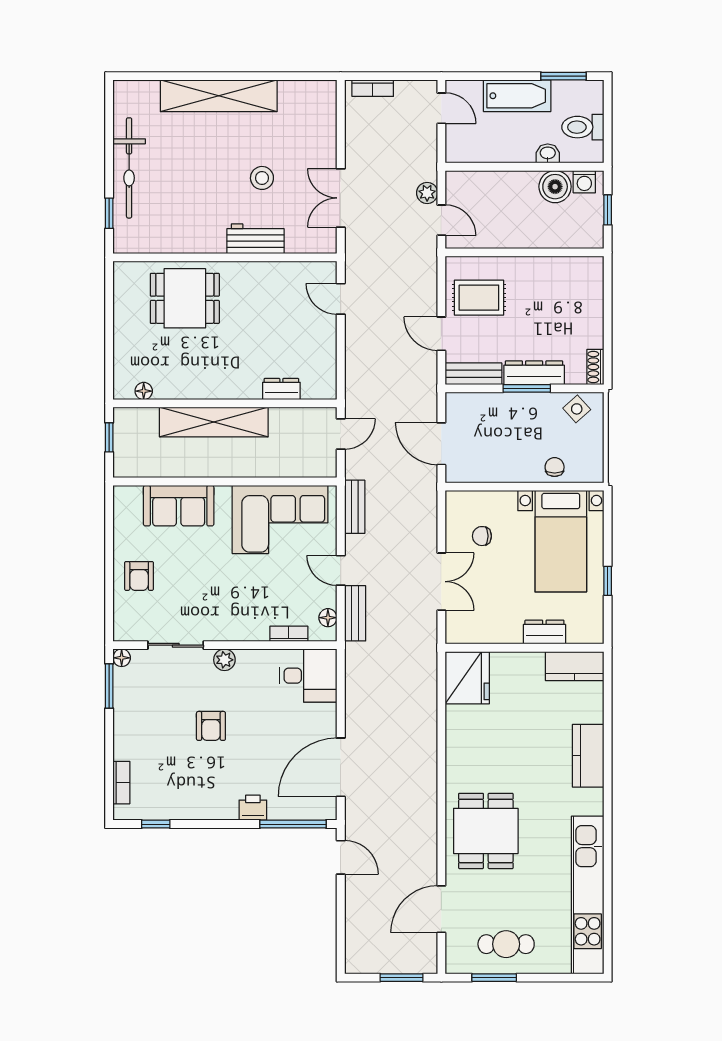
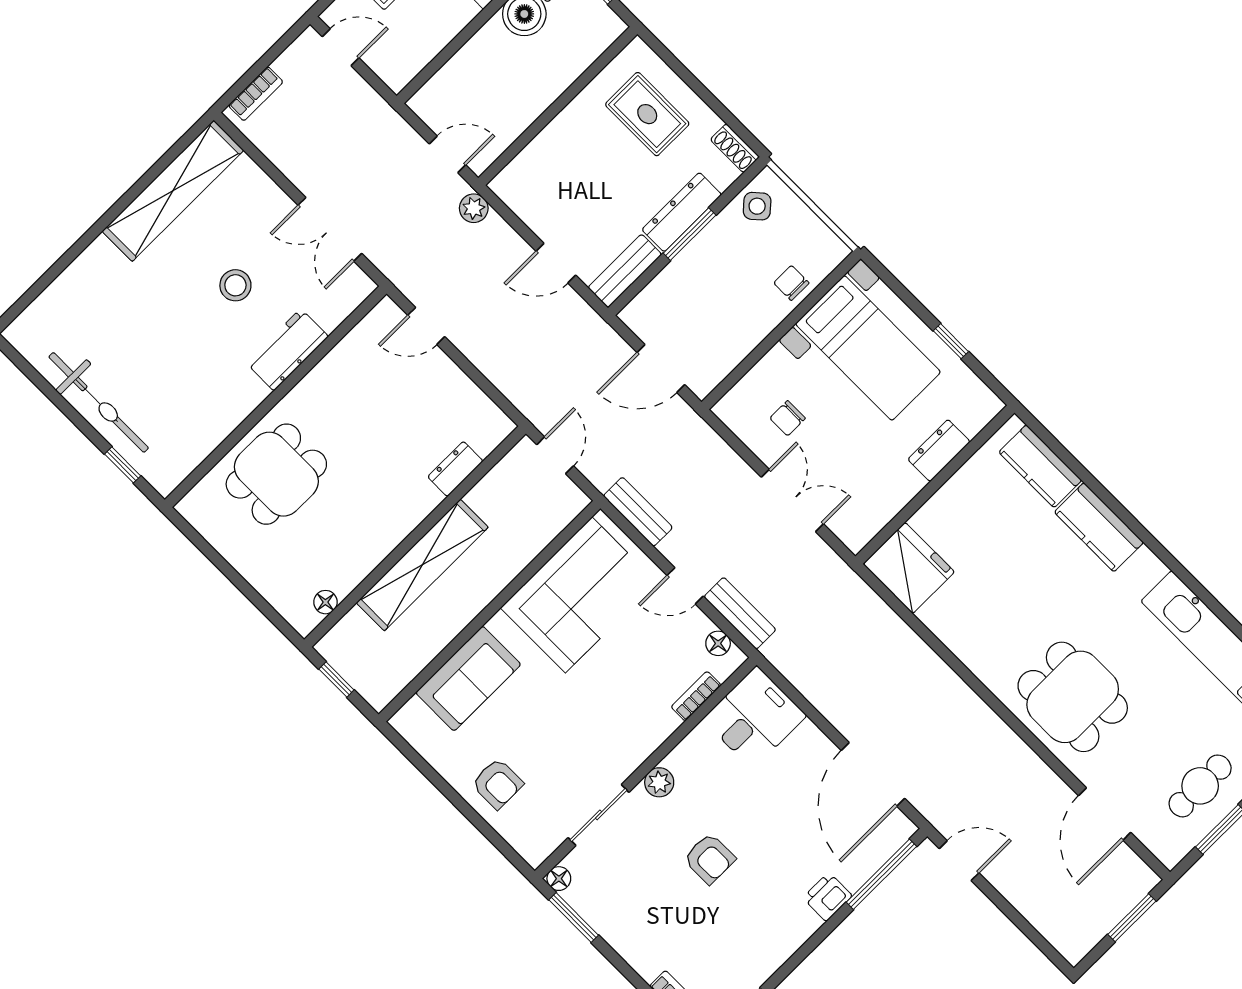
shelving: (219, 96) -> (173, 191), moved
plant: (427, 193) -> (474, 208), moved
rug: (479, 298) -> (647, 114), moved, turned 90
kitchen counter: (575, 666) -> (1040, 466), moved, turned 90

